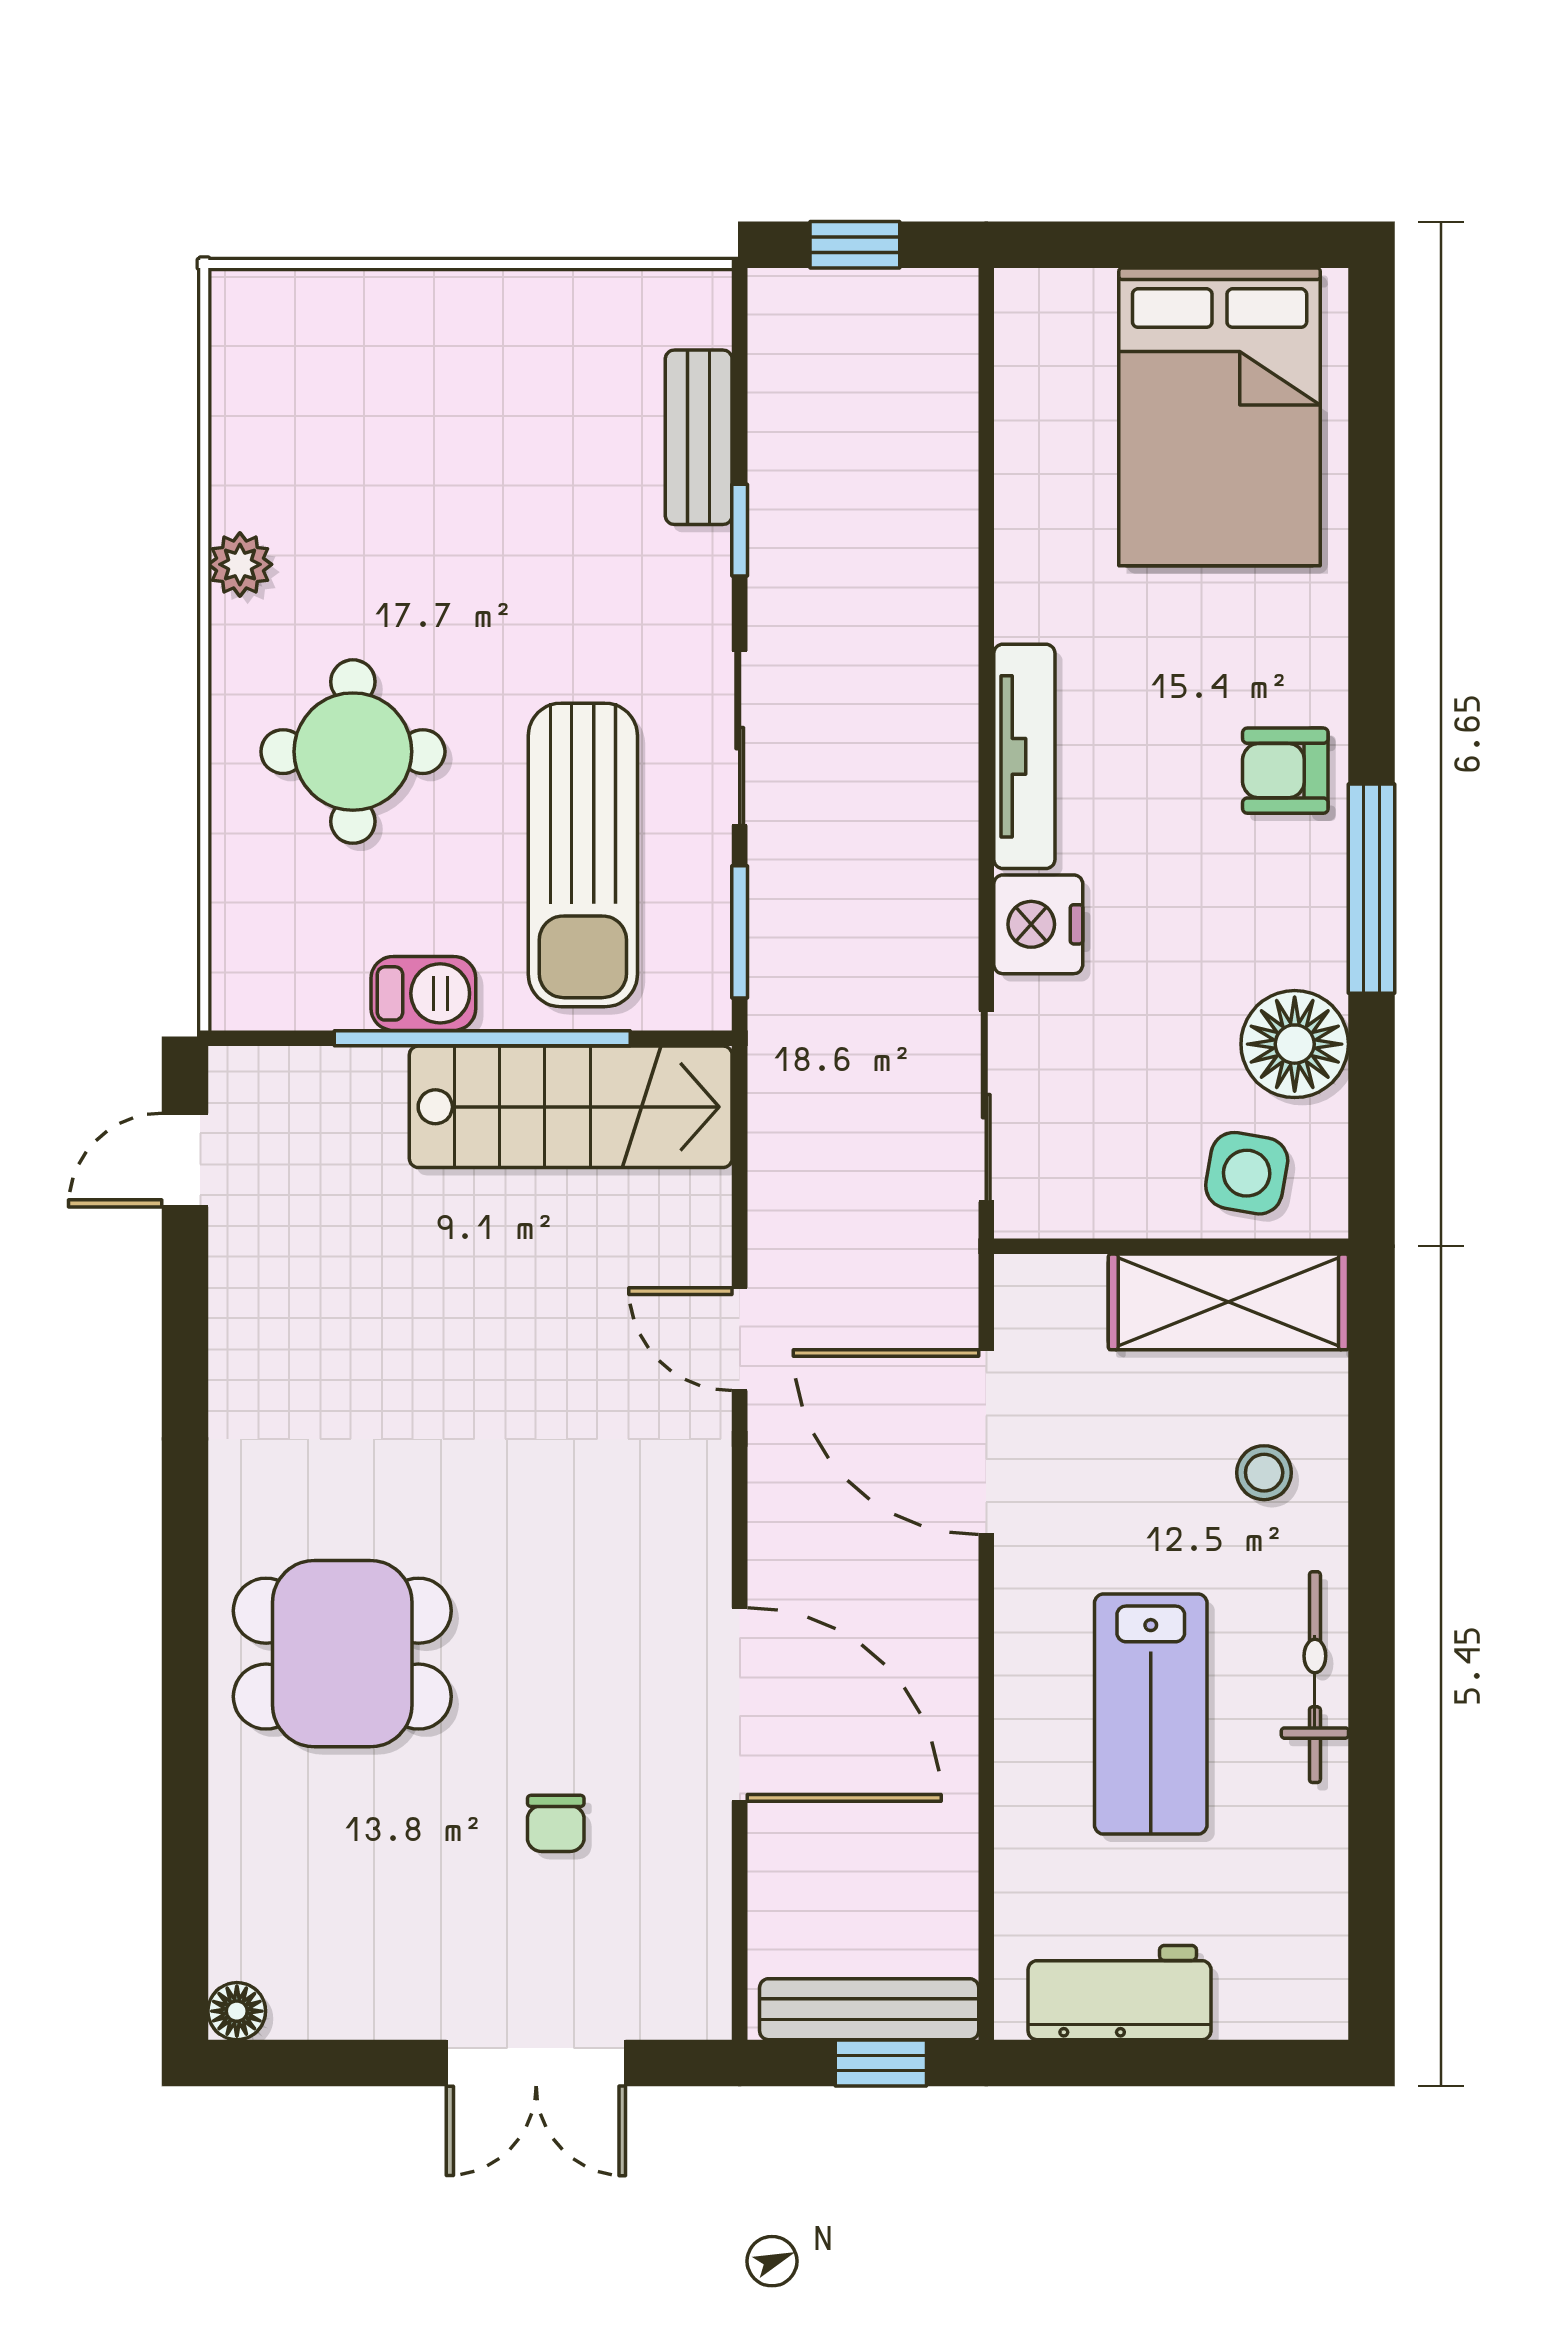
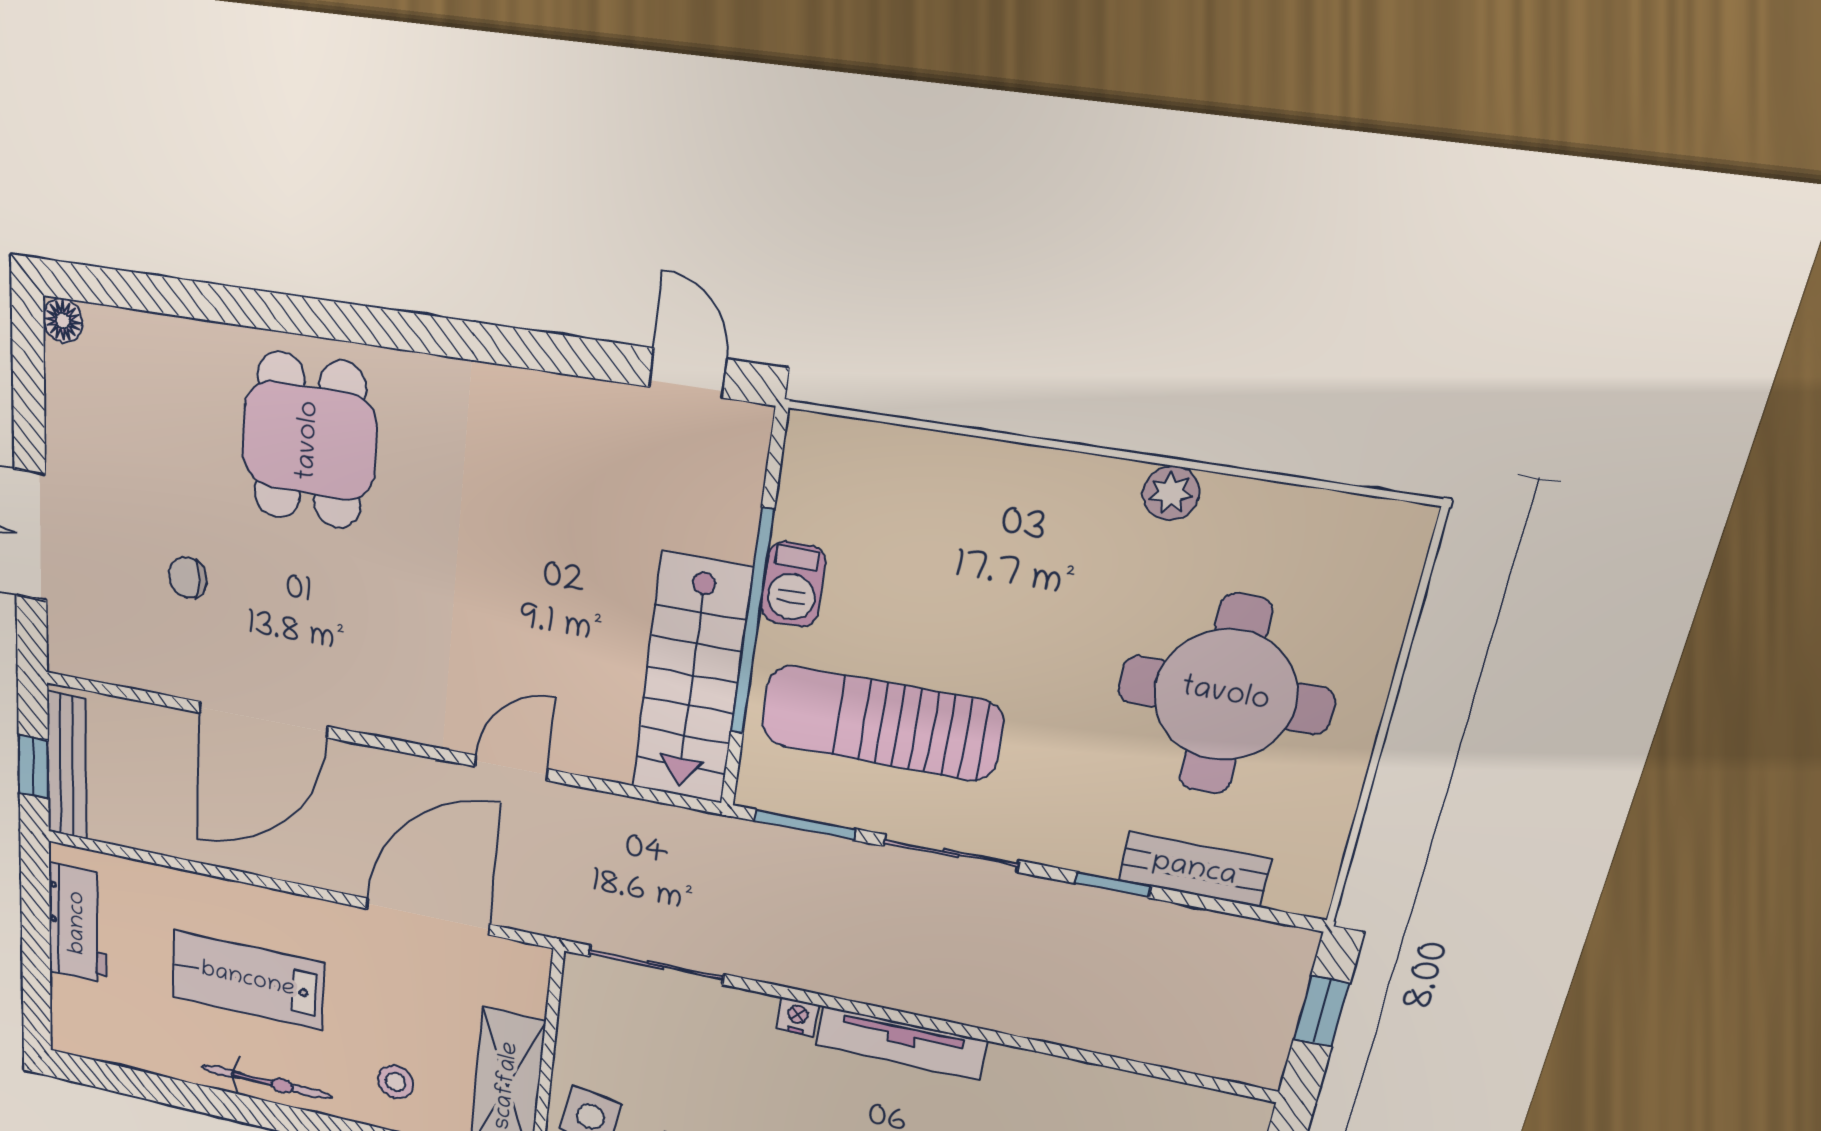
round table: (353, 752) -> (1225, 695), moved, width x1.36, depth x1.36
nightstand: (1038, 924) -> (797, 1017), width x0.53, depth x0.56

